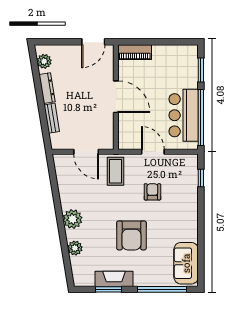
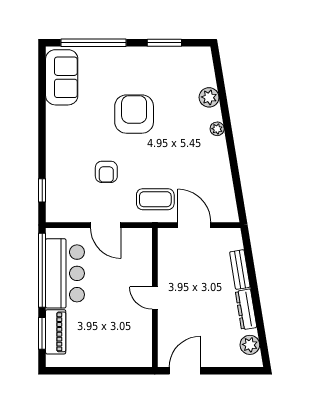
piano: (135, 52) -> (56, 332), moved, turned 90
door: (116, 97) -> (155, 298), width x0.53
coffee table: (115, 171) -> (155, 199), turned 90
plant: (73, 219) -> (217, 129), width x0.53, depth x0.53
fireplace: (114, 279) -> (157, 57), removed

